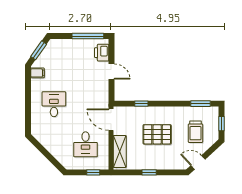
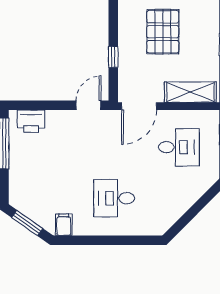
door: (112, 71) -> (88, 105), moved

